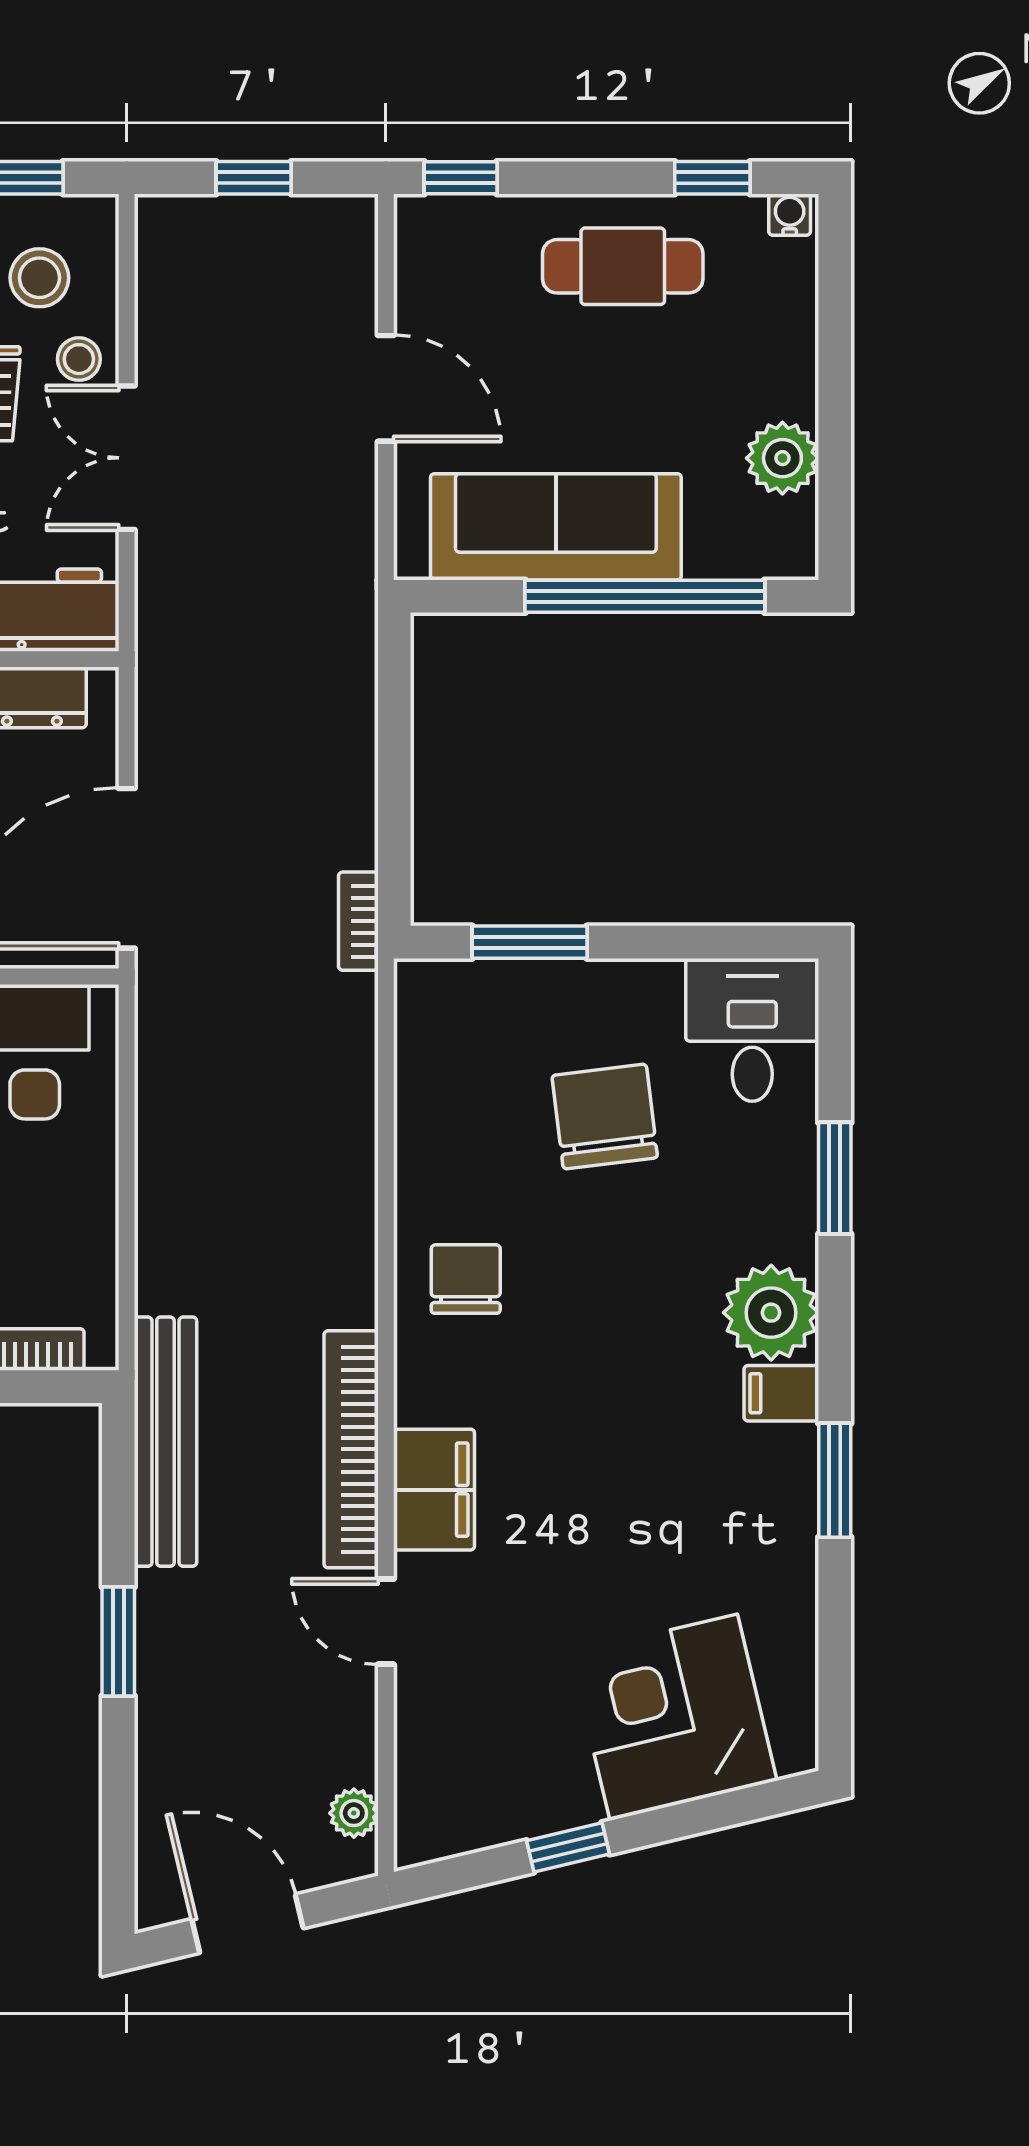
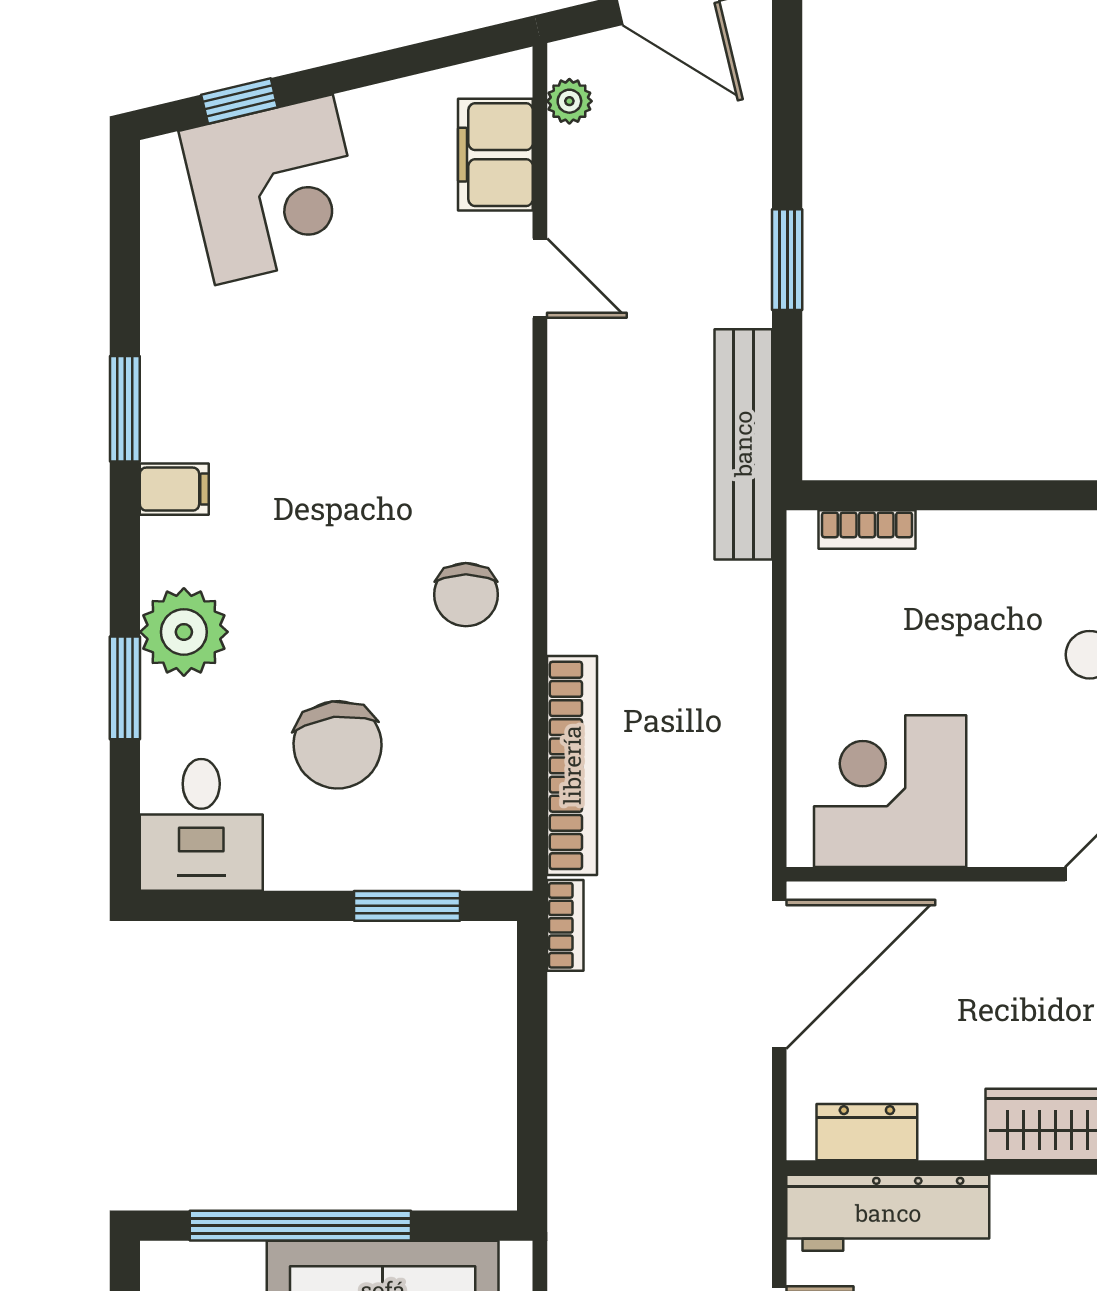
plant: (771, 1313) -> (184, 632), moved
bookcase: (351, 1449) -> (572, 765), moved
filing cabinet: (434, 1490) -> (495, 155), moved
window: (568, 1847) -> (239, 101), moved

